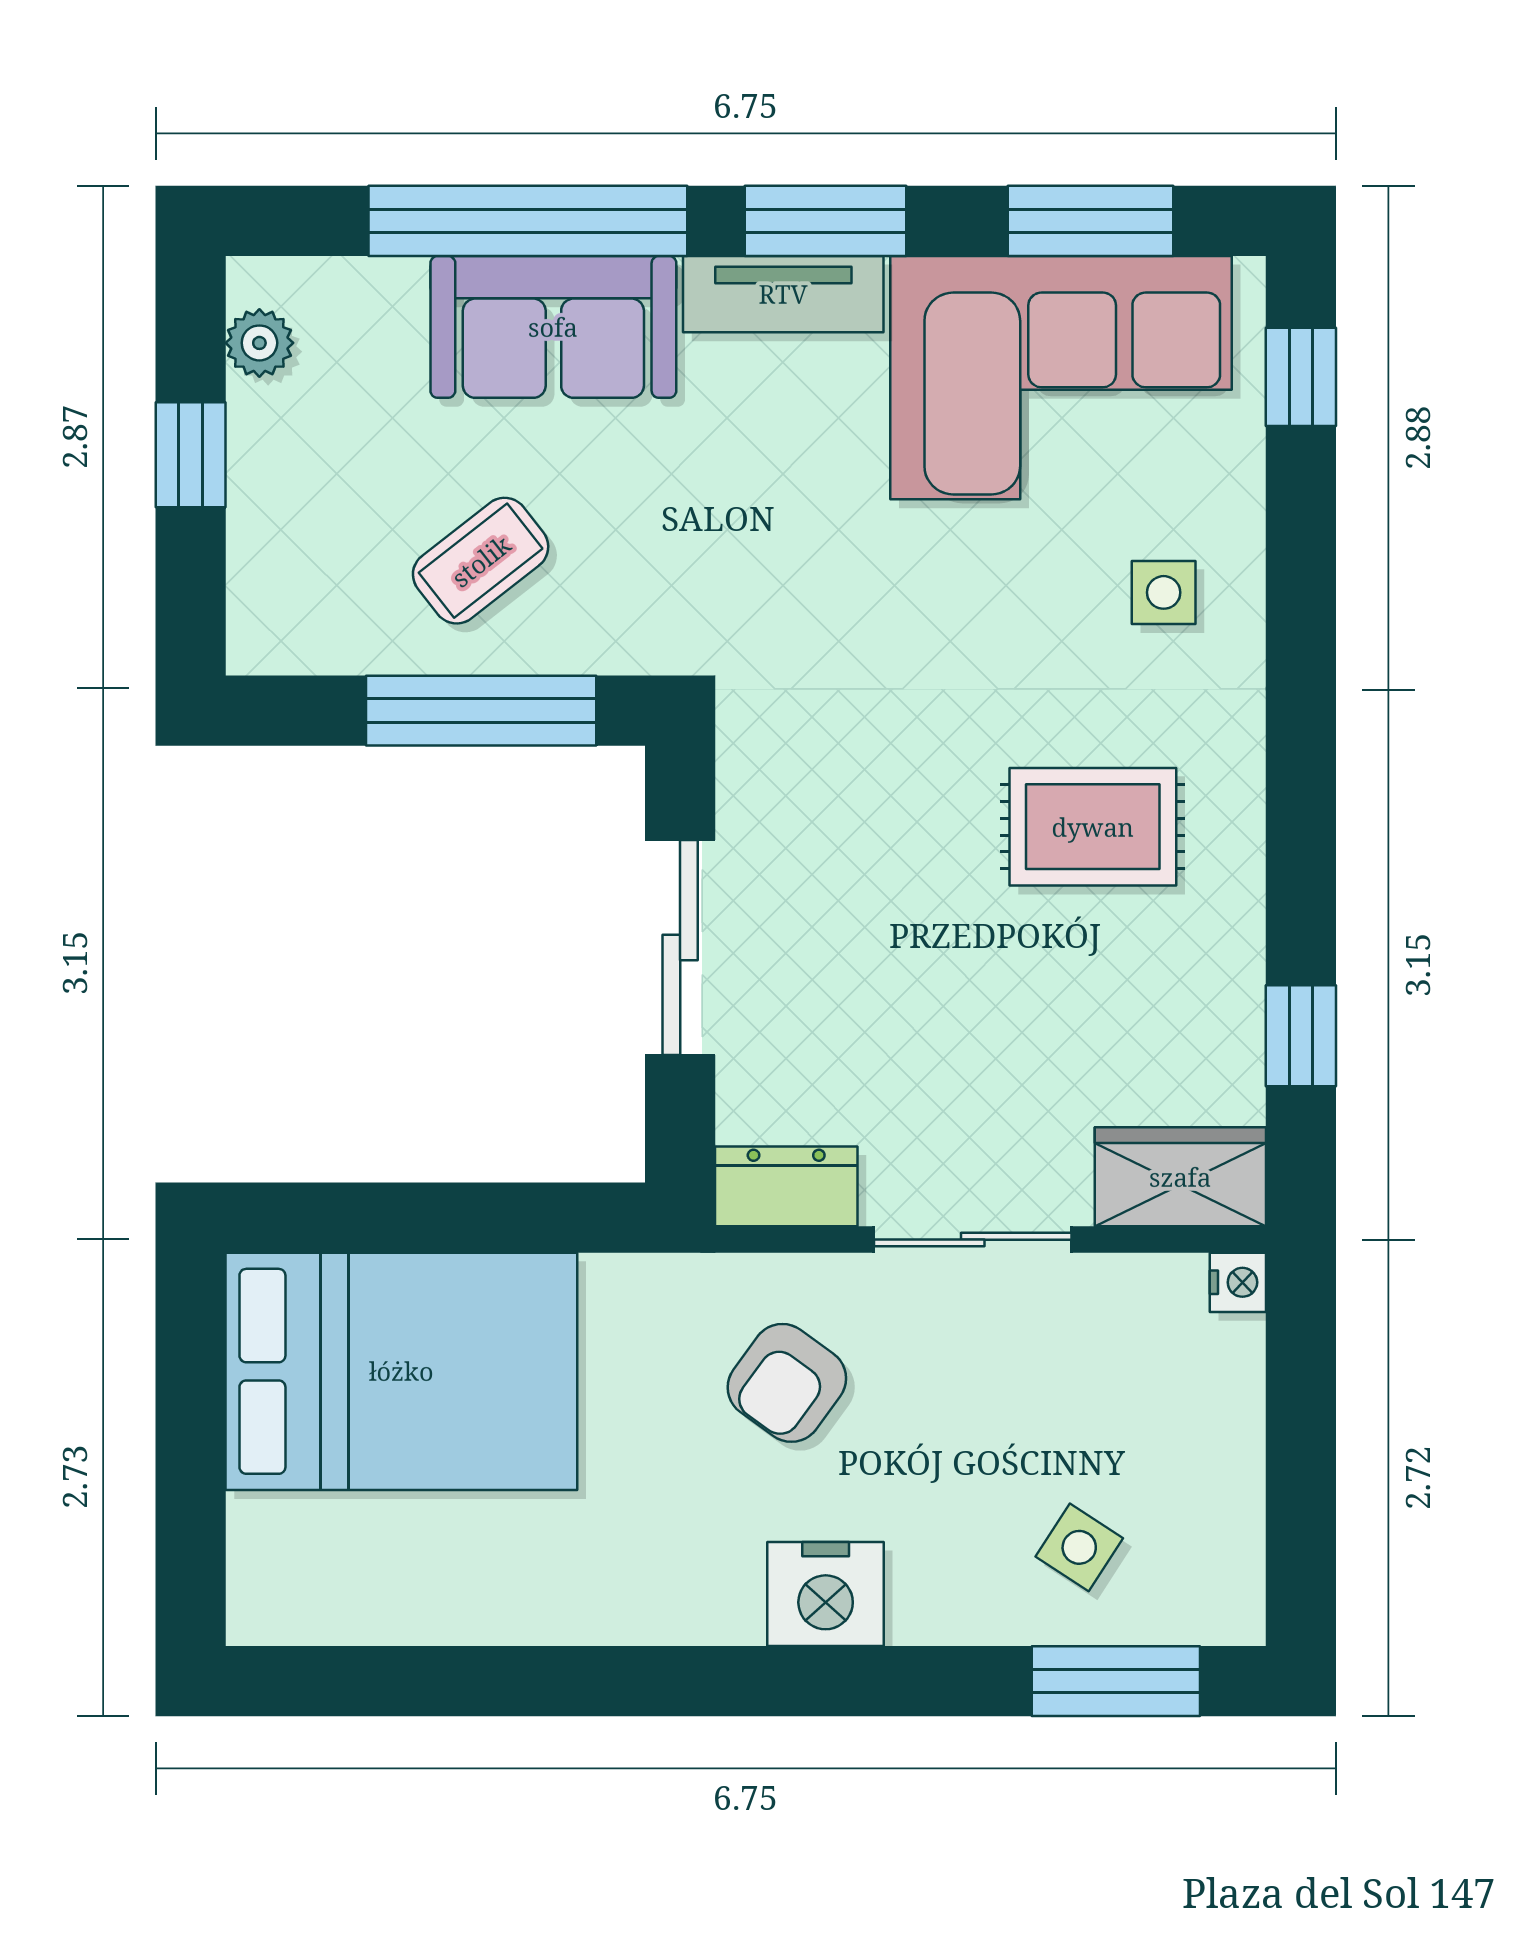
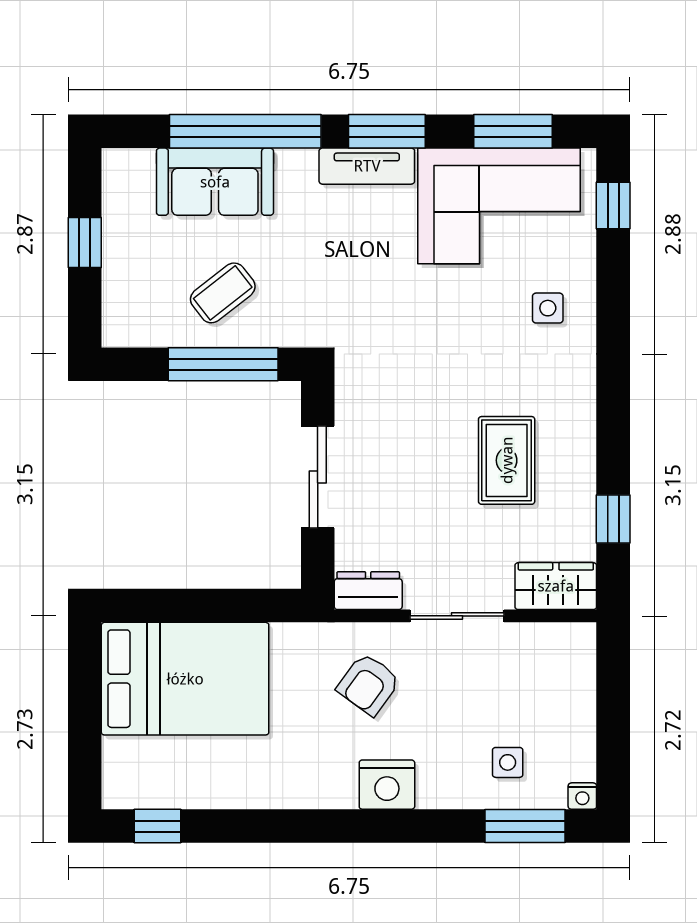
sofa: (553, 327) -> (215, 182), moved
plant: (259, 343) -> (118, 189), removed
rug: (1093, 827) -> (507, 460), moved, turned 90
nightstand: (1238, 1282) -> (582, 796), moved, turned 90
side table: (1079, 1547) -> (508, 762), turned -33
window: (343, 1681) -> (157, 826), added

